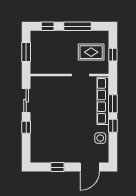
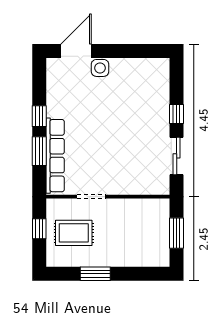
window: (48, 26) -> (143, 274), removed
window: (78, 26) -> (95, 274), width x0.69
side table: (100, 138) -> (100, 68), moved
window: (57, 167) -> (127, 51), removed

